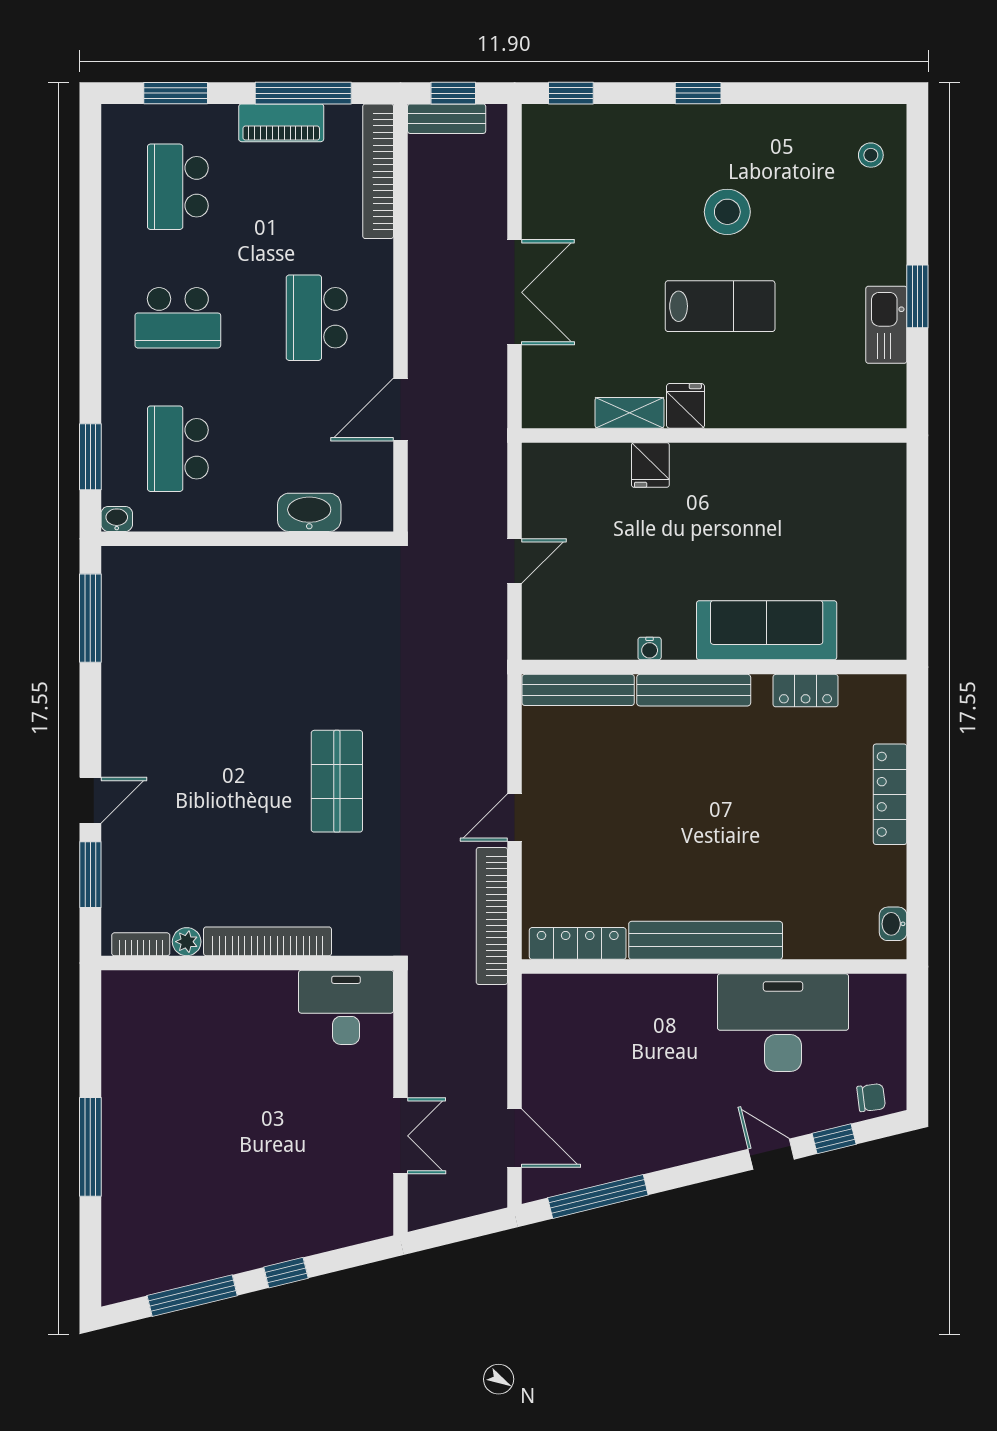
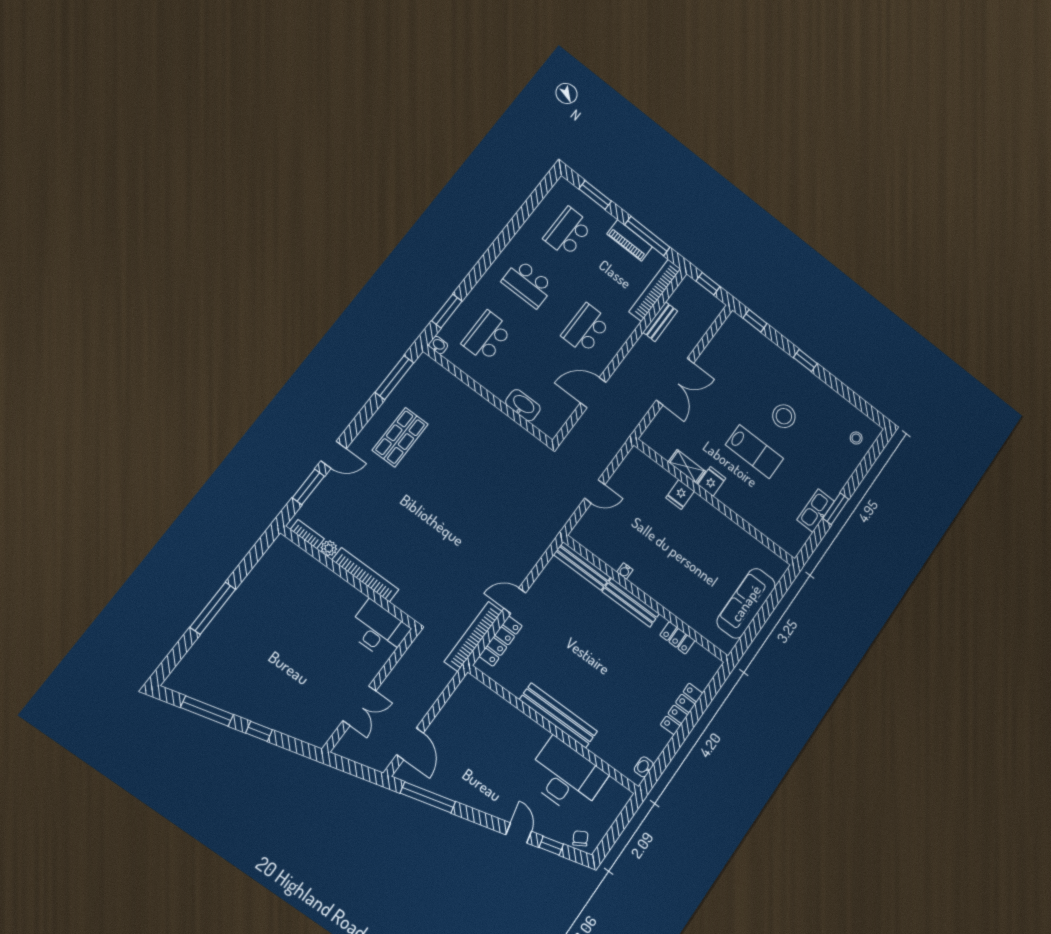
bench: (447, 119) -> (660, 322), moved, turned 90
sofa: (767, 630) -> (746, 603), moved, turned -90
shop shelf: (337, 781) -> (400, 437), moved
locker: (578, 943) -> (501, 641), moved, turned 90
chair: (871, 1098) -> (580, 838), turned -112

